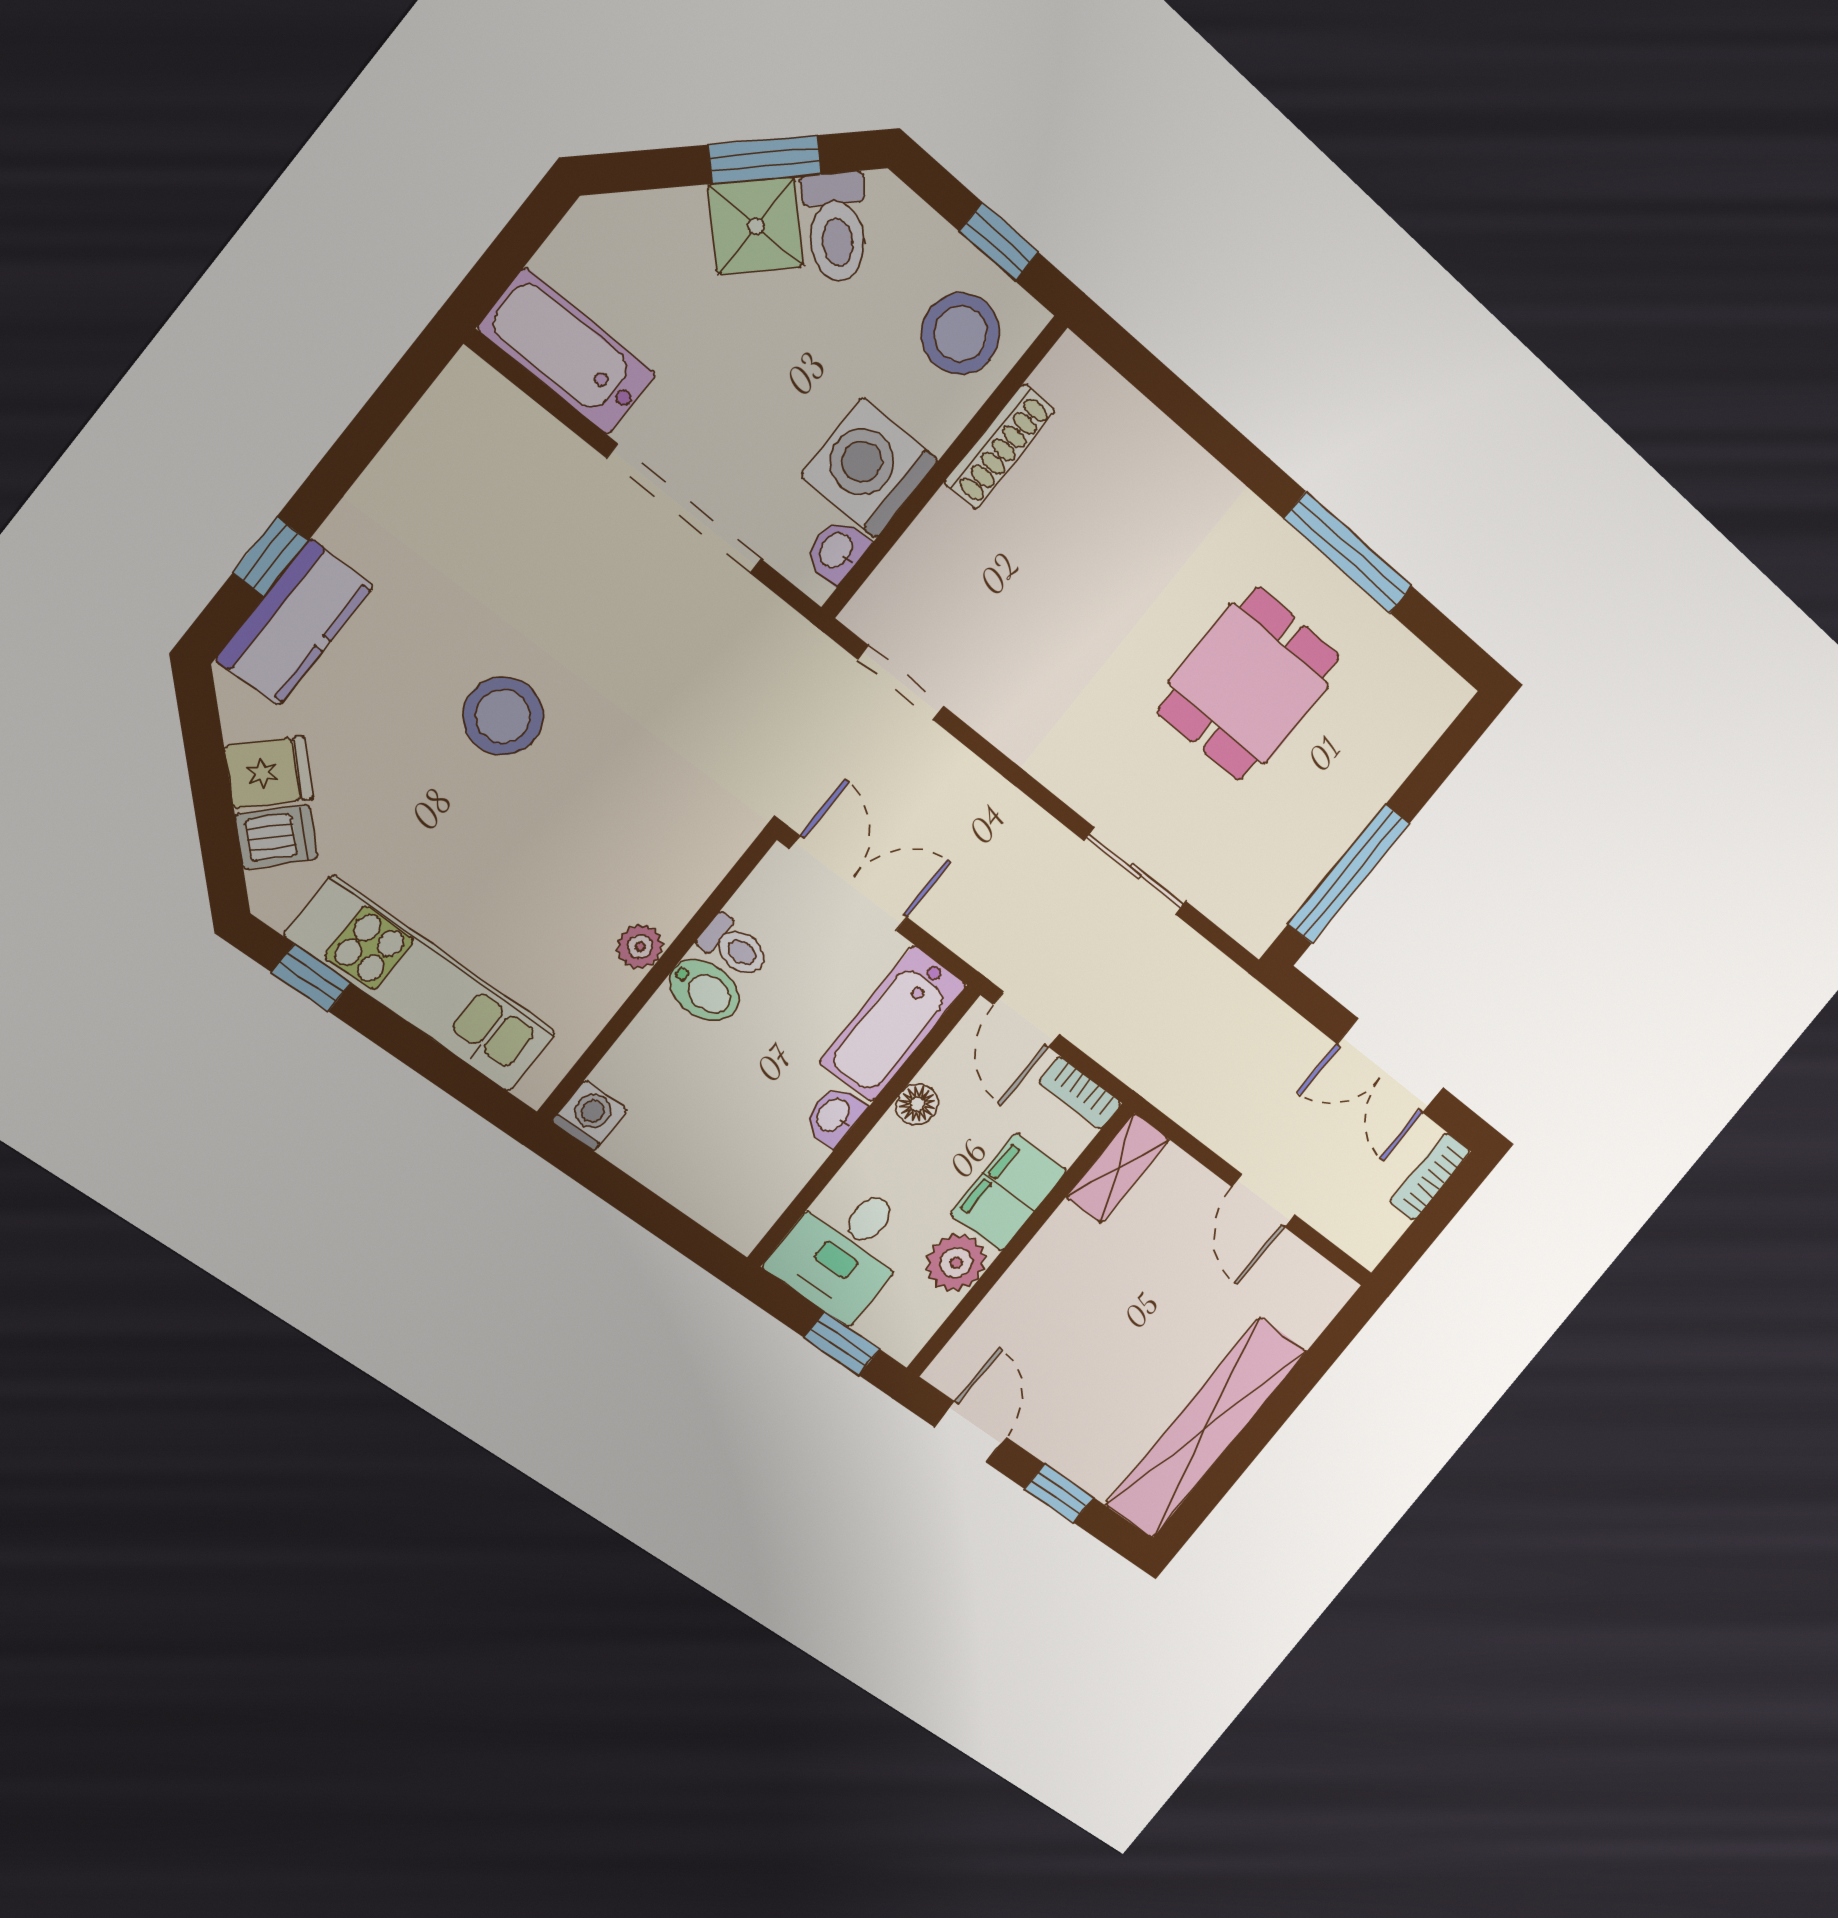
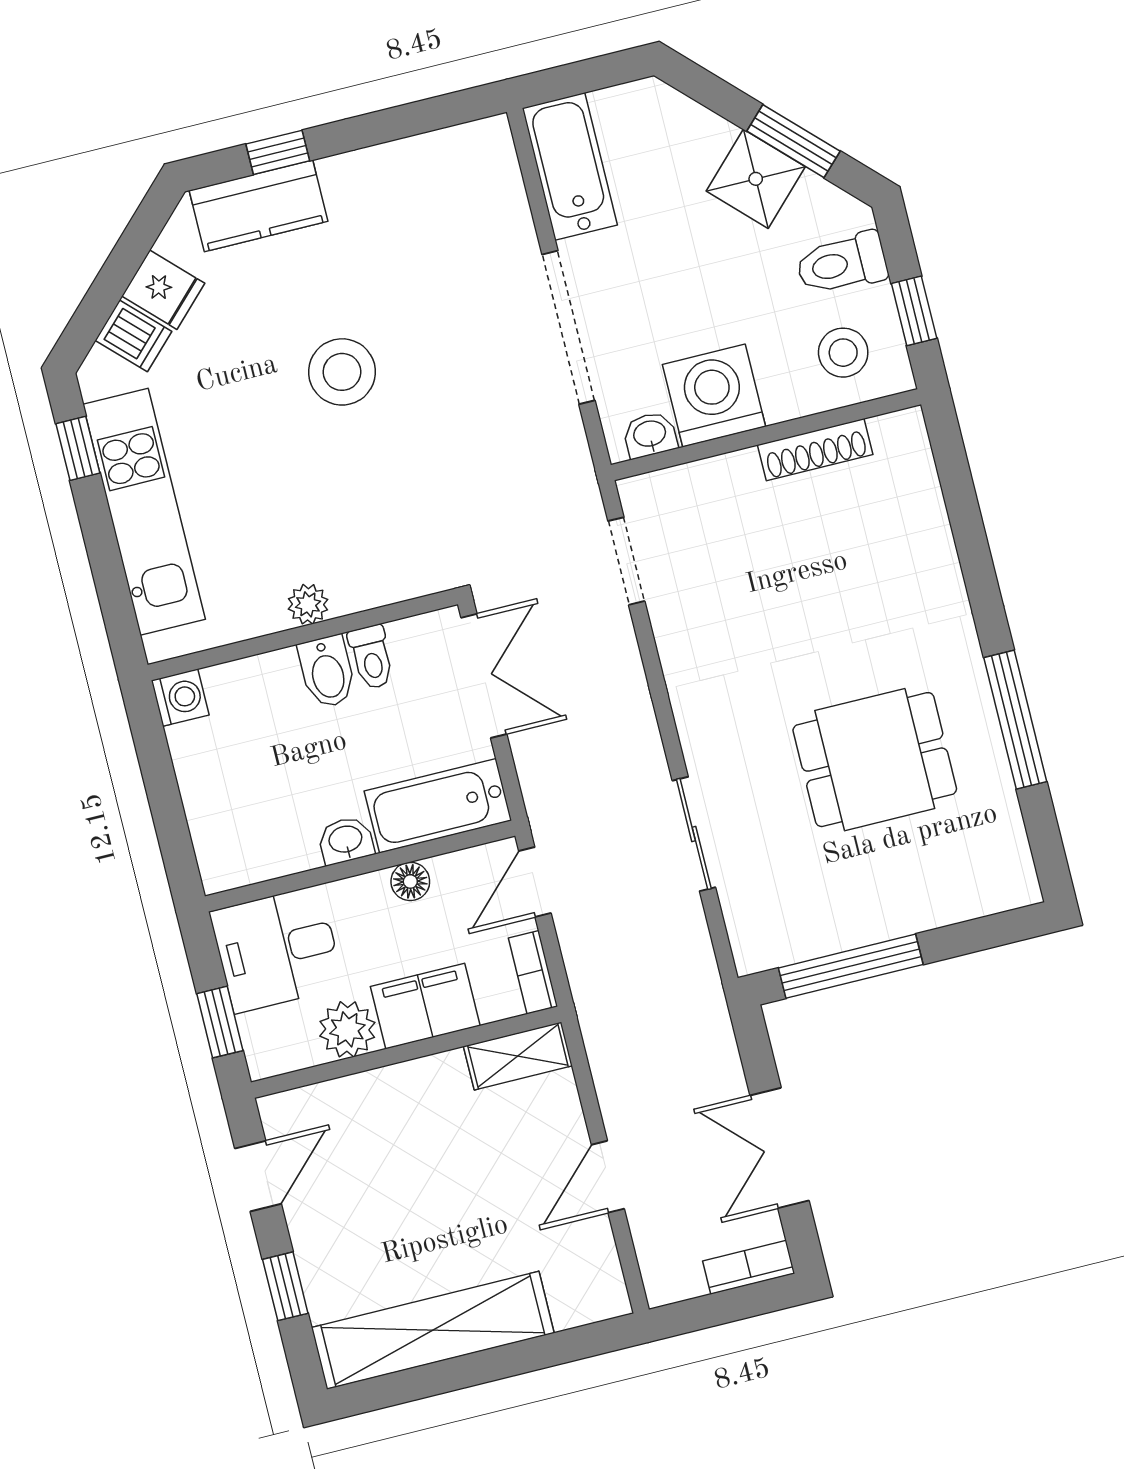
toilet: (836, 227) -> (842, 264), moved, turned 45
stool: (961, 334) -> (843, 353), width x0.73, depth x0.73

